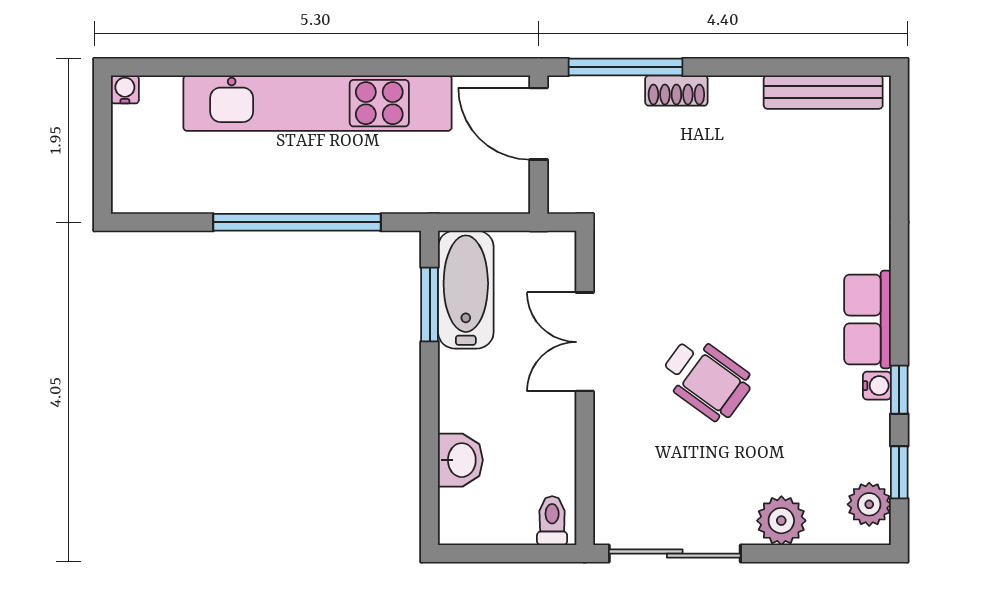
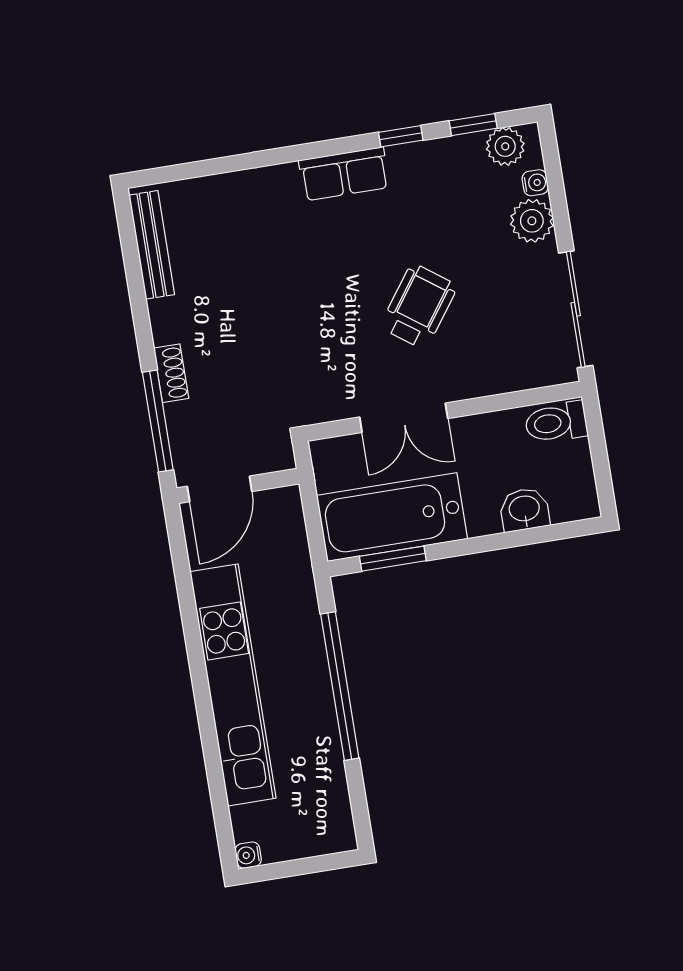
bathtub: (466, 290) -> (392, 517), width x1.36, depth x1.36
water cooler: (877, 386) -> (535, 183), moved, turned 90
toilet: (552, 521) -> (556, 422), width x1.37, depth x1.39

